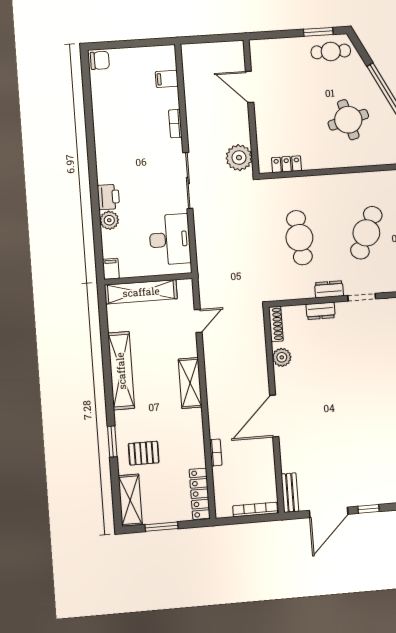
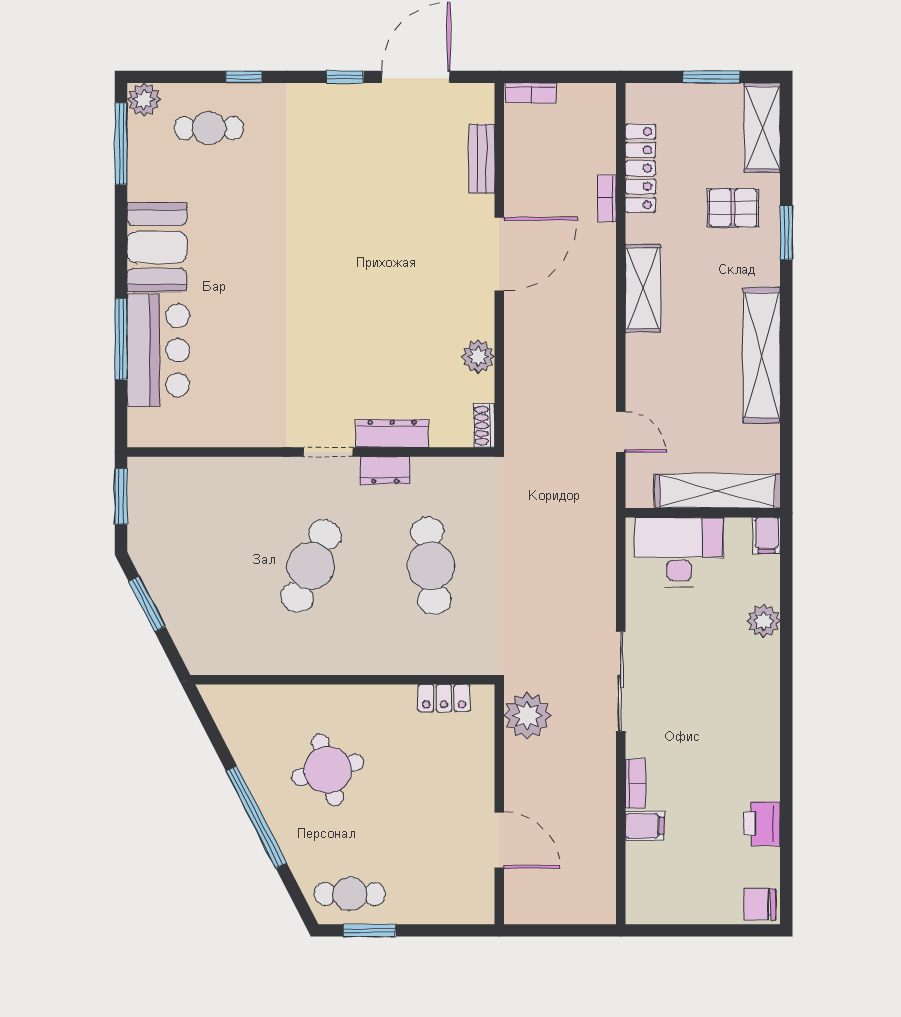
filing cabinet: (167, 79) -> (645, 826), moved
printer: (108, 197) -> (762, 824), moved
desk: (170, 239) -> (679, 552), moved, turned 90
dresser: (321, 311) -> (392, 433), width x1.44
door: (198, 321) -> (621, 432), swing flipped
shoe rack: (276, 324) -> (484, 426), width x0.70
shelving: (190, 383) -> (643, 288), moved
bench: (290, 493) -> (482, 158), moved
locker: (200, 494) -> (640, 168), moved
bookcase: (255, 509) -> (531, 93), width x0.64

